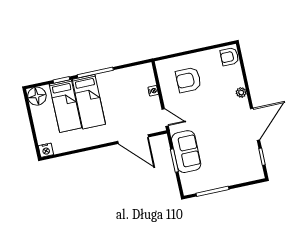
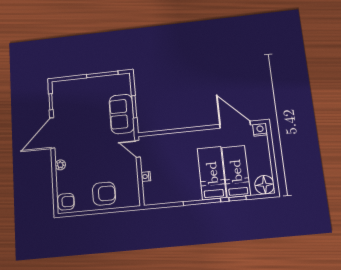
armchair: (188, 80) -> (104, 194), moved
door: (133, 139) -> (235, 125), moved

